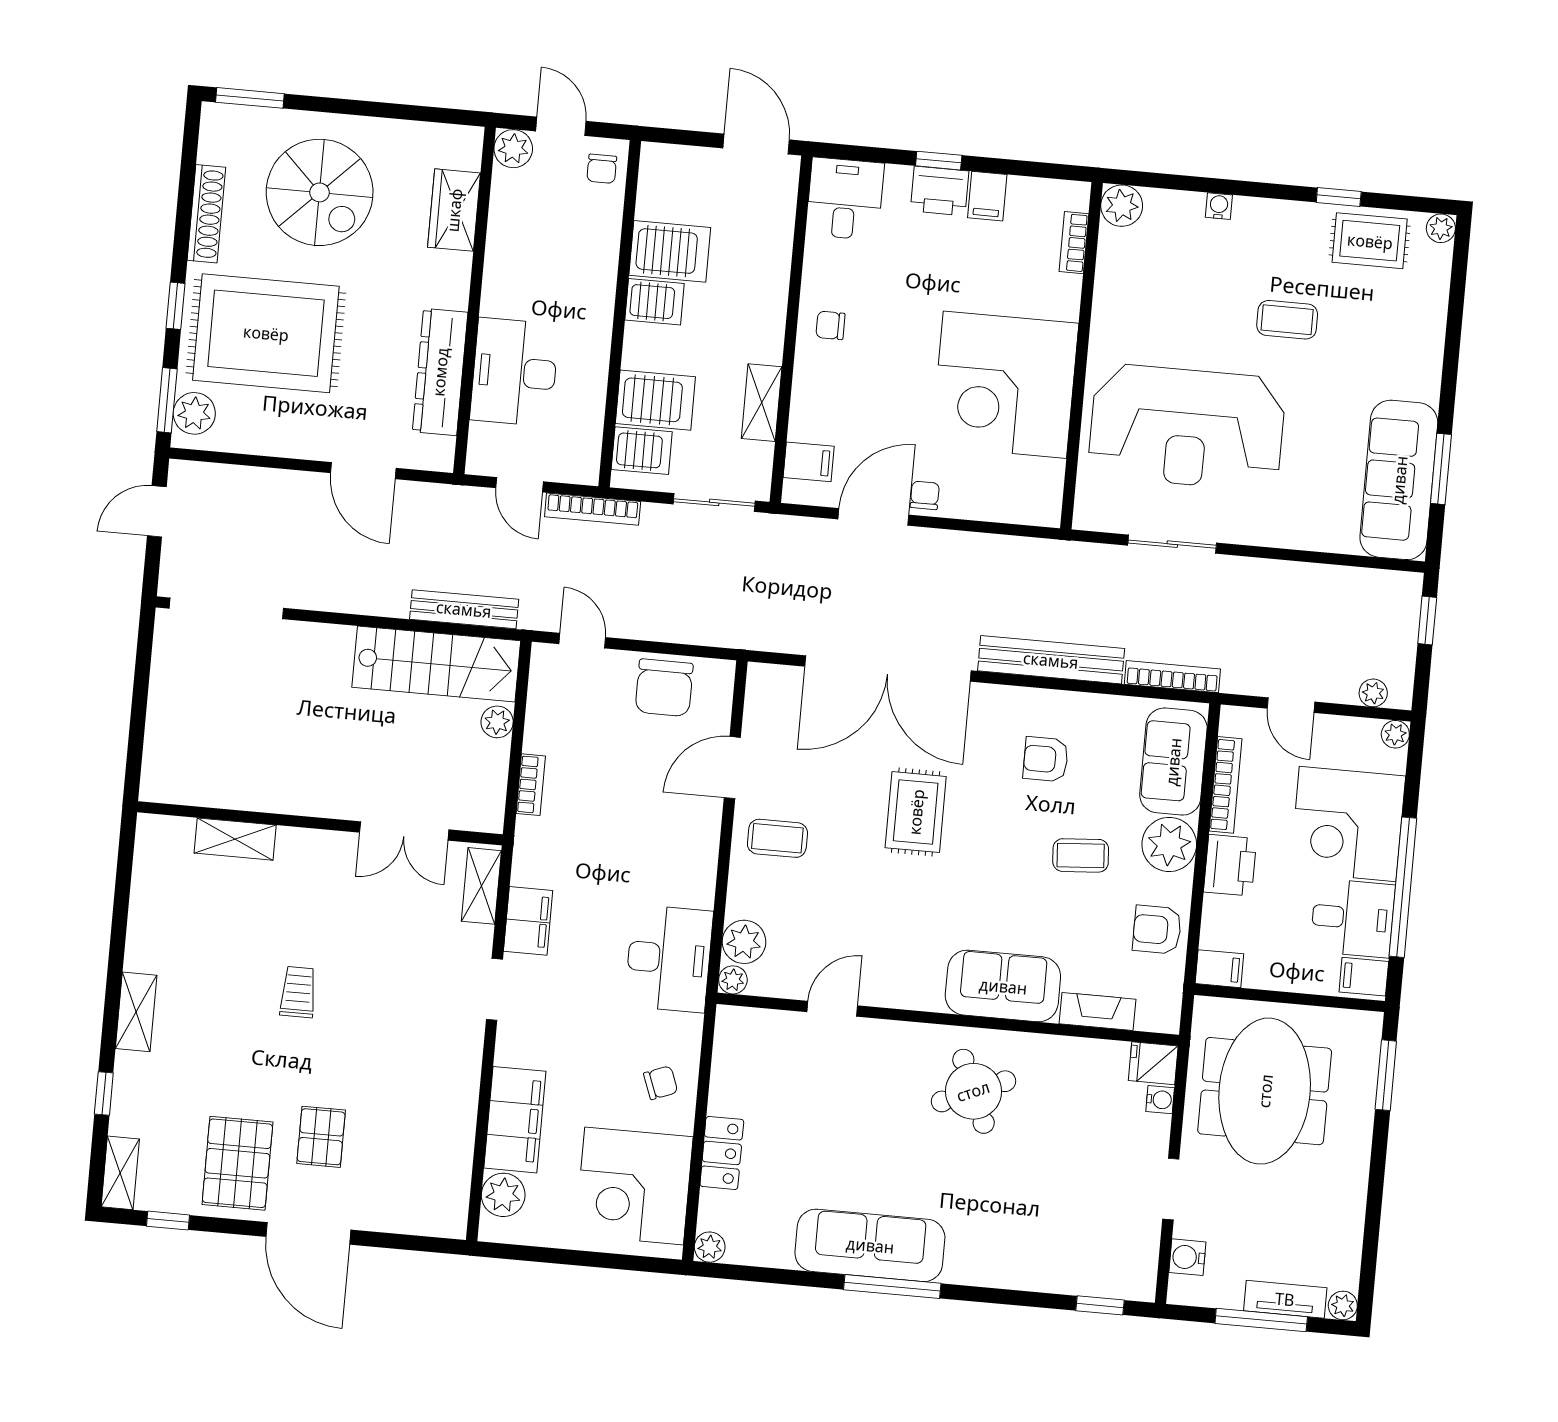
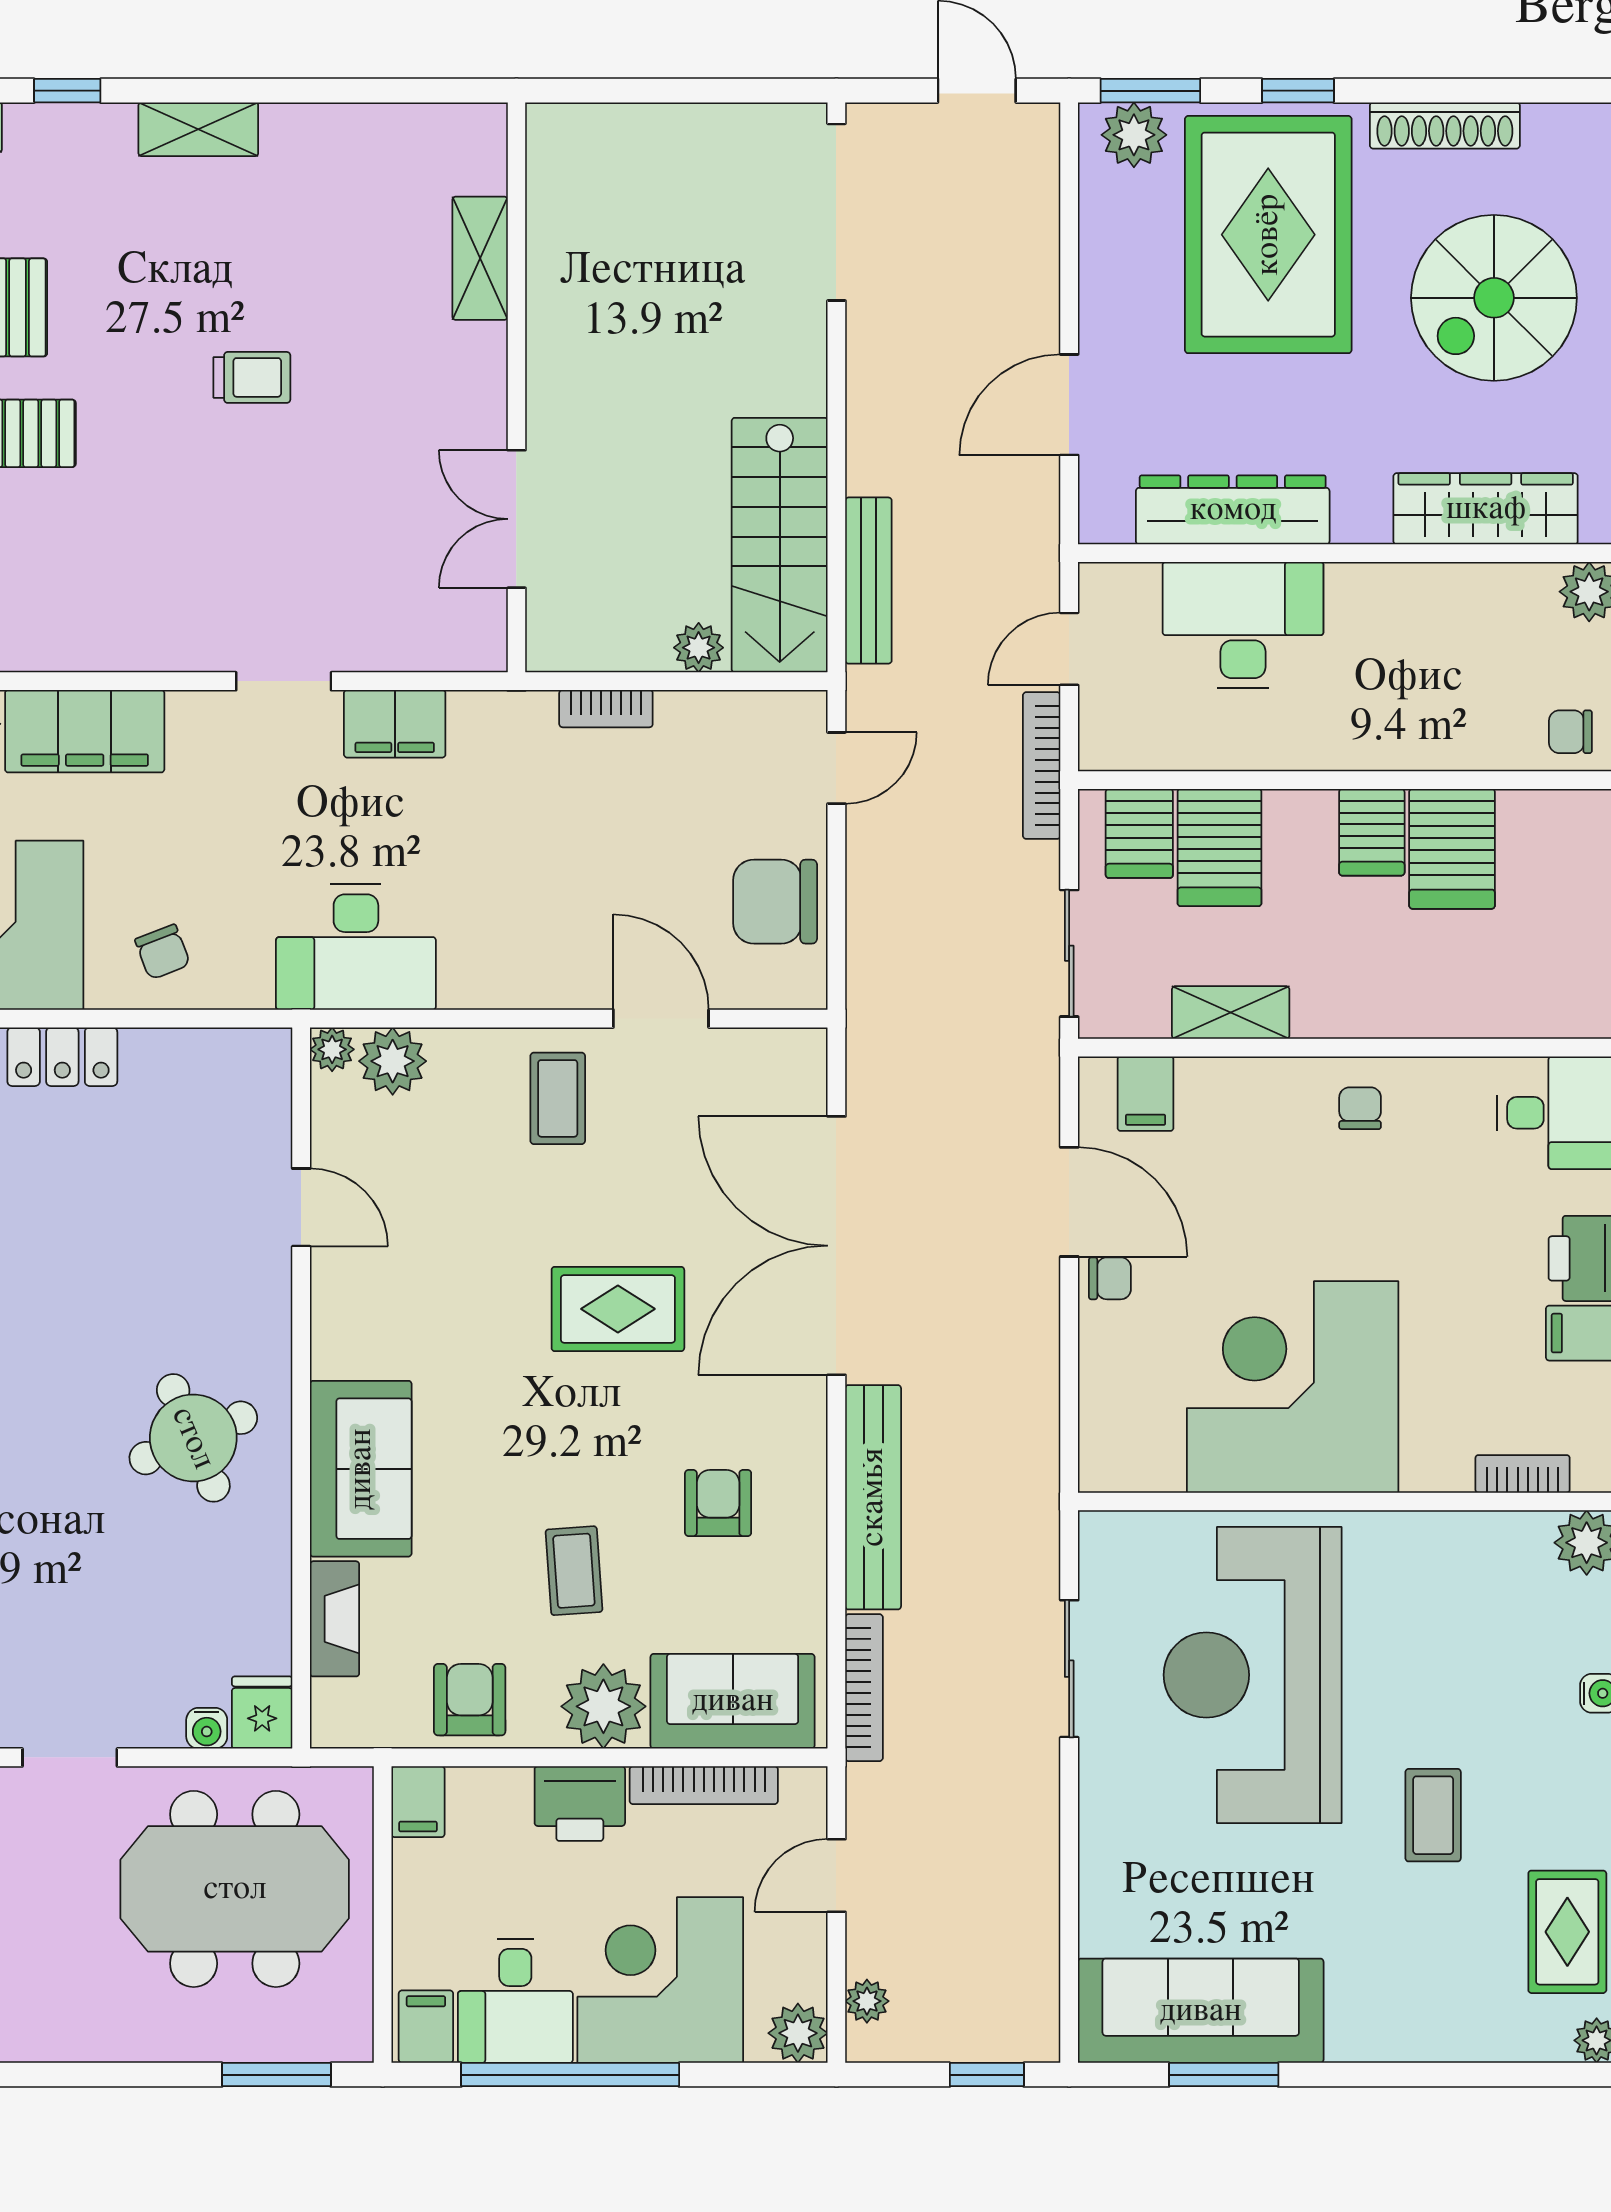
wardrobe: (454, 210) -> (1486, 509), width x1.50
plant: (1395, 734) -> (798, 2033), width x1.38, depth x1.38
shelving: (481, 886) -> (442, 646), removed

